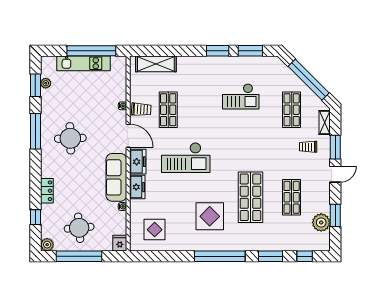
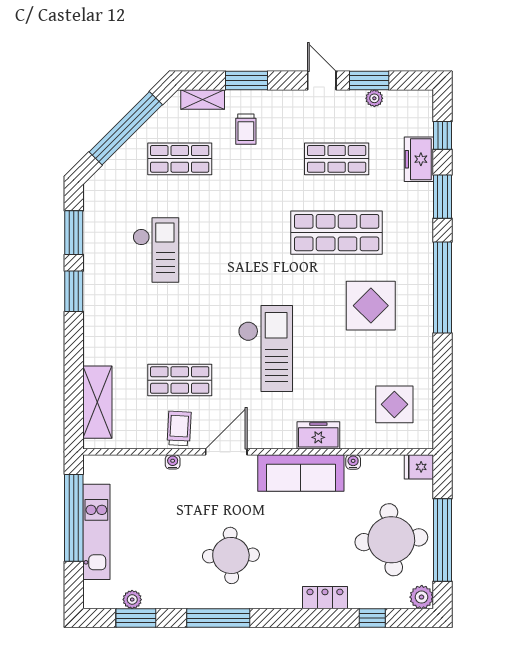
freezer: (138, 162) -> (419, 159), moved, turned -90
door: (335, 174) -> (322, 81), moved
plant: (321, 222) -> (374, 98), width x0.53, depth x0.53
round table: (79, 228) -> (391, 540), width x1.36, depth x1.36

